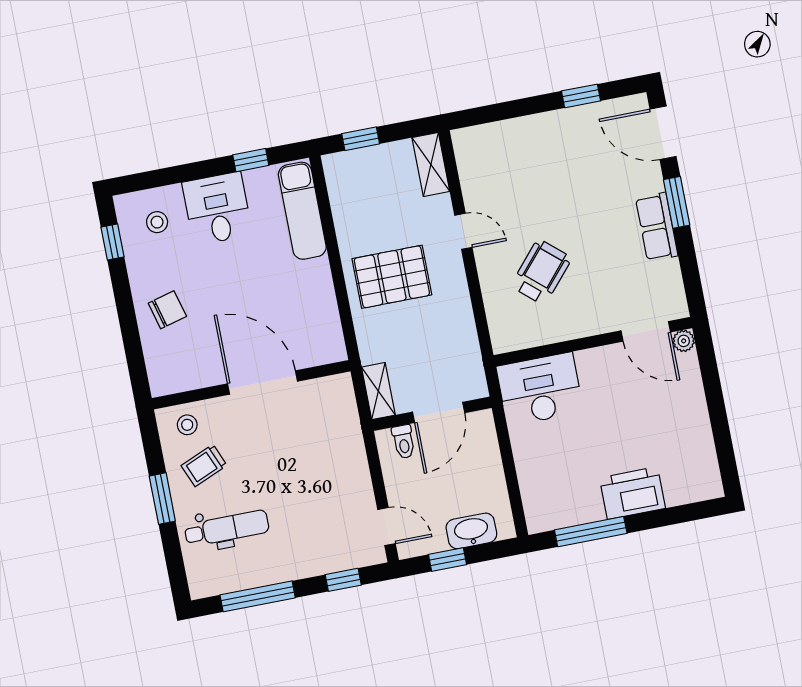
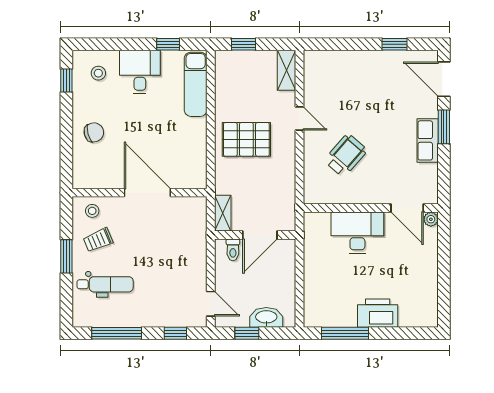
desk: (540, 389) -> (357, 233), moved

